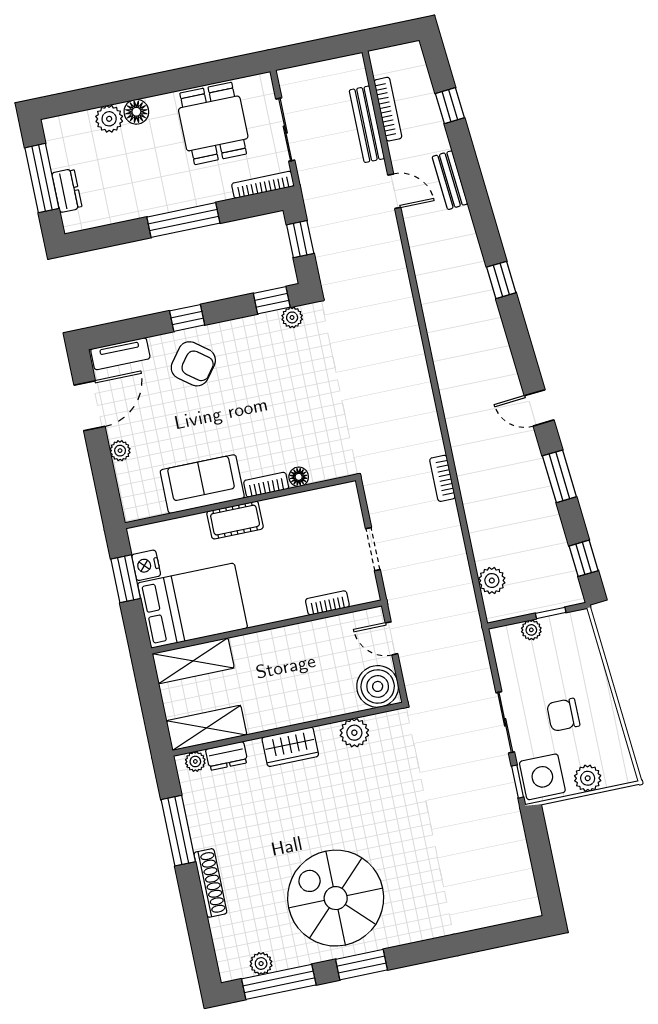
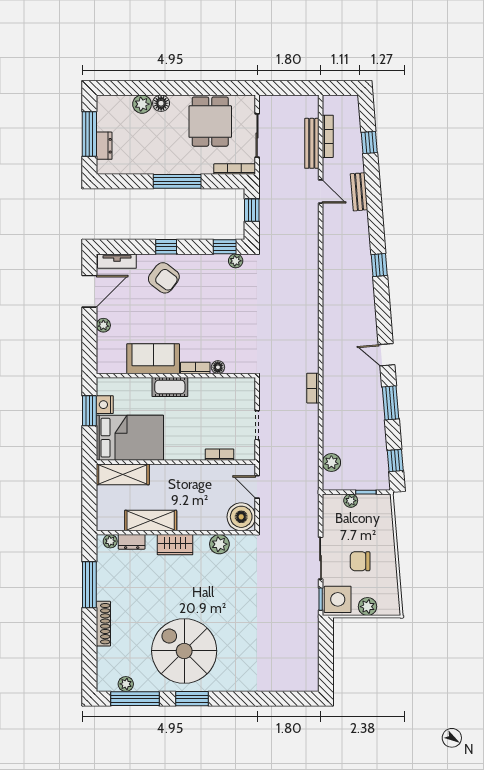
shelving: (207, 728) -> (151, 521), moved

